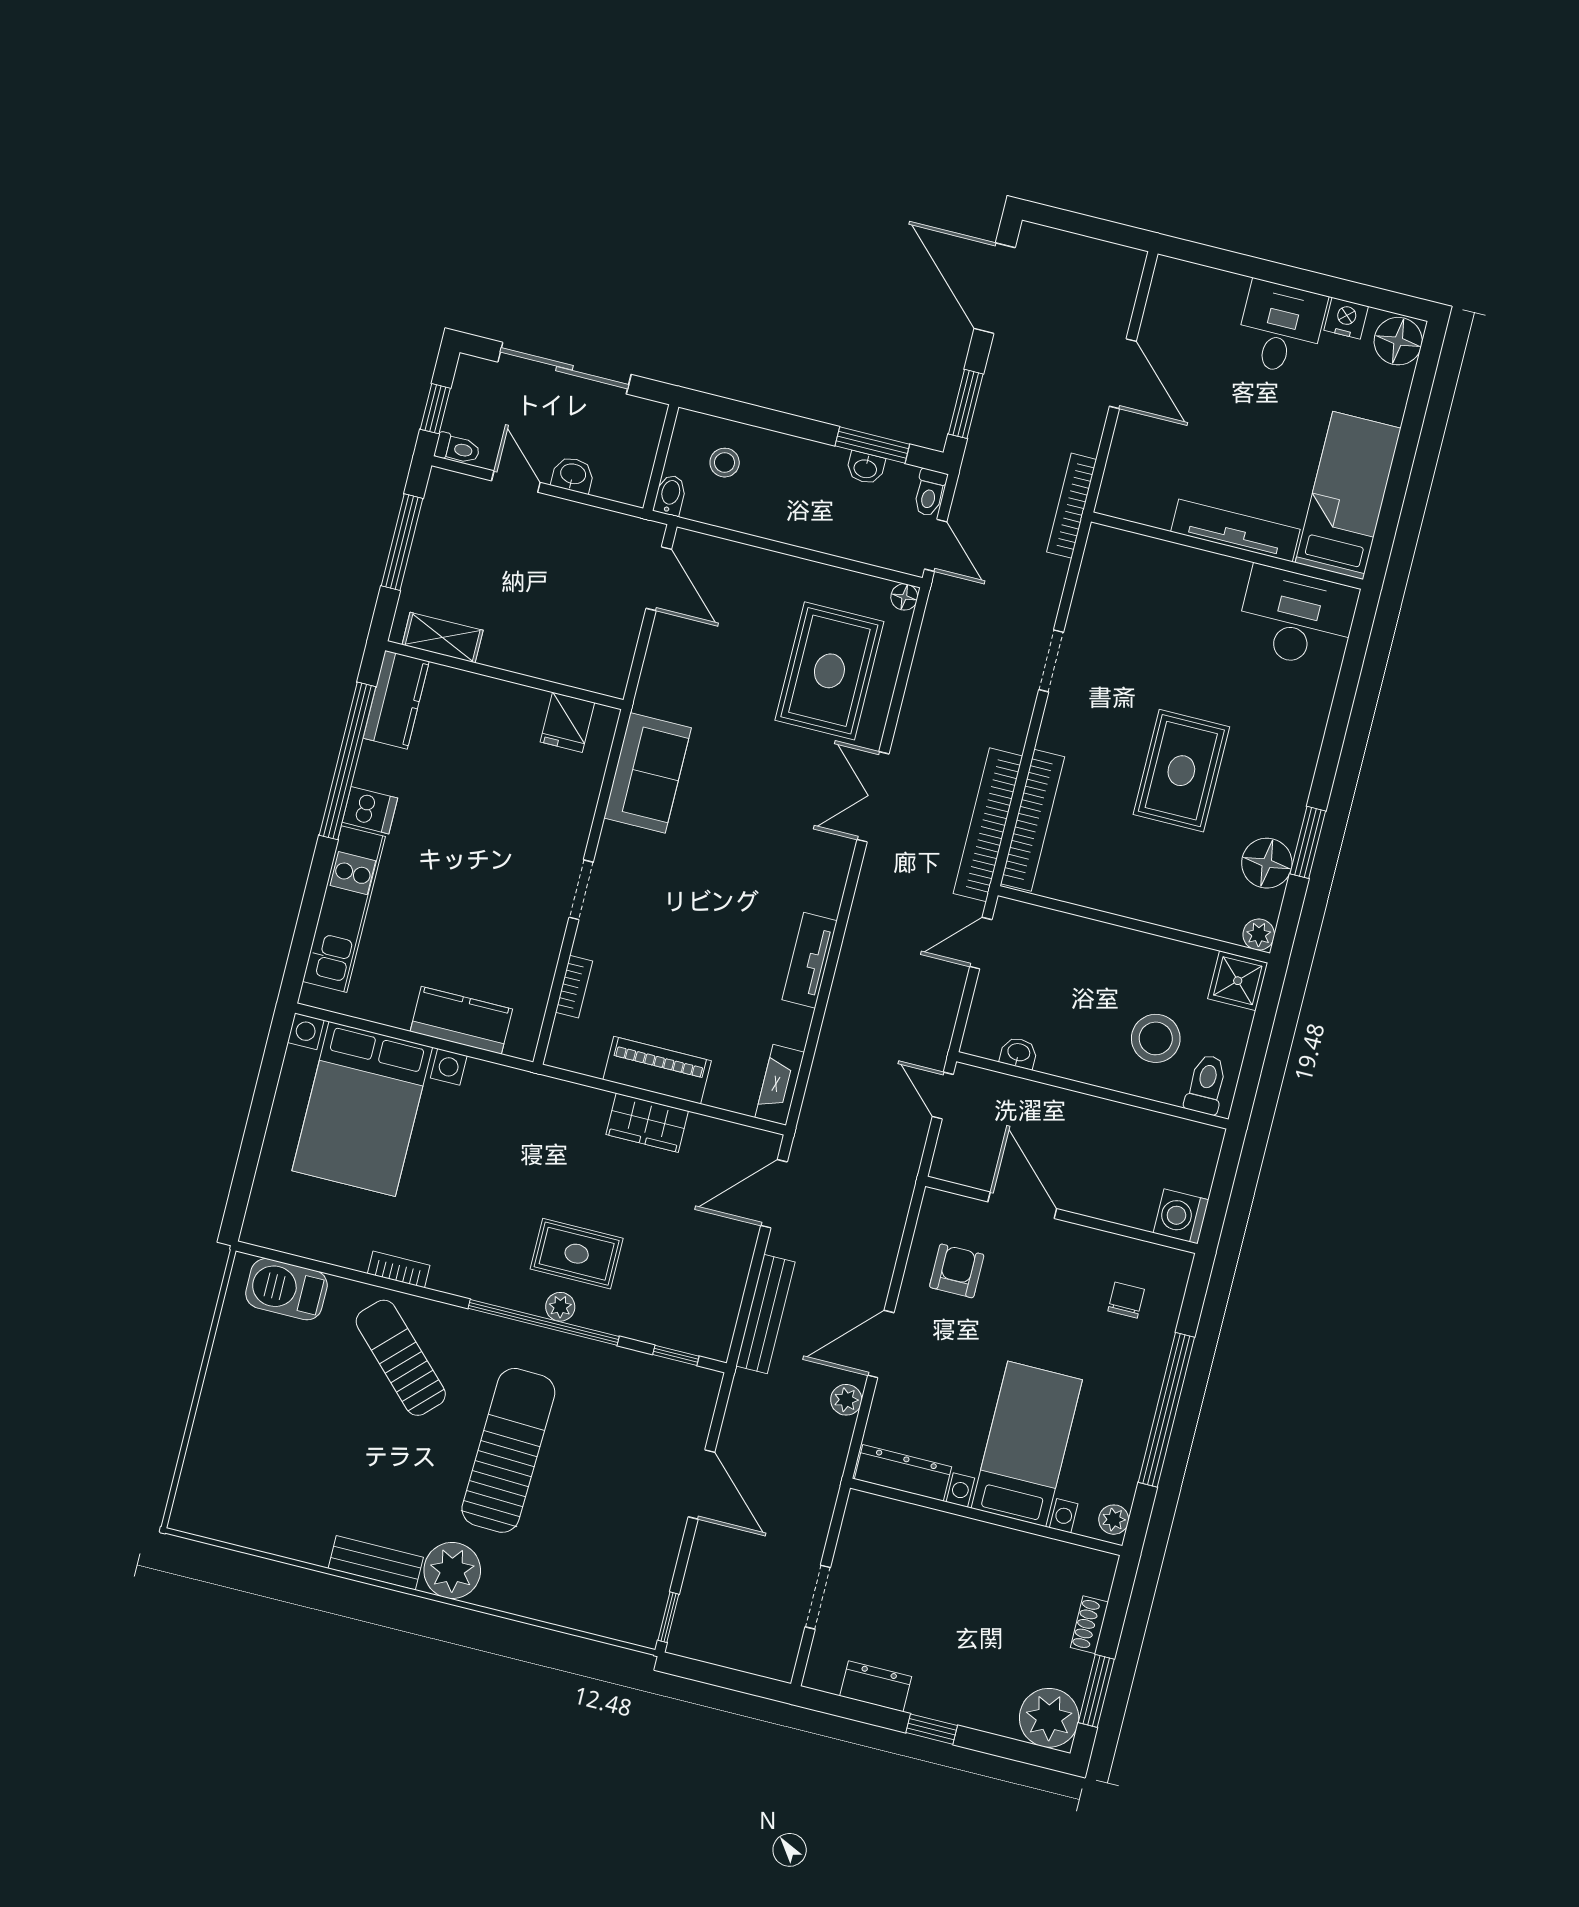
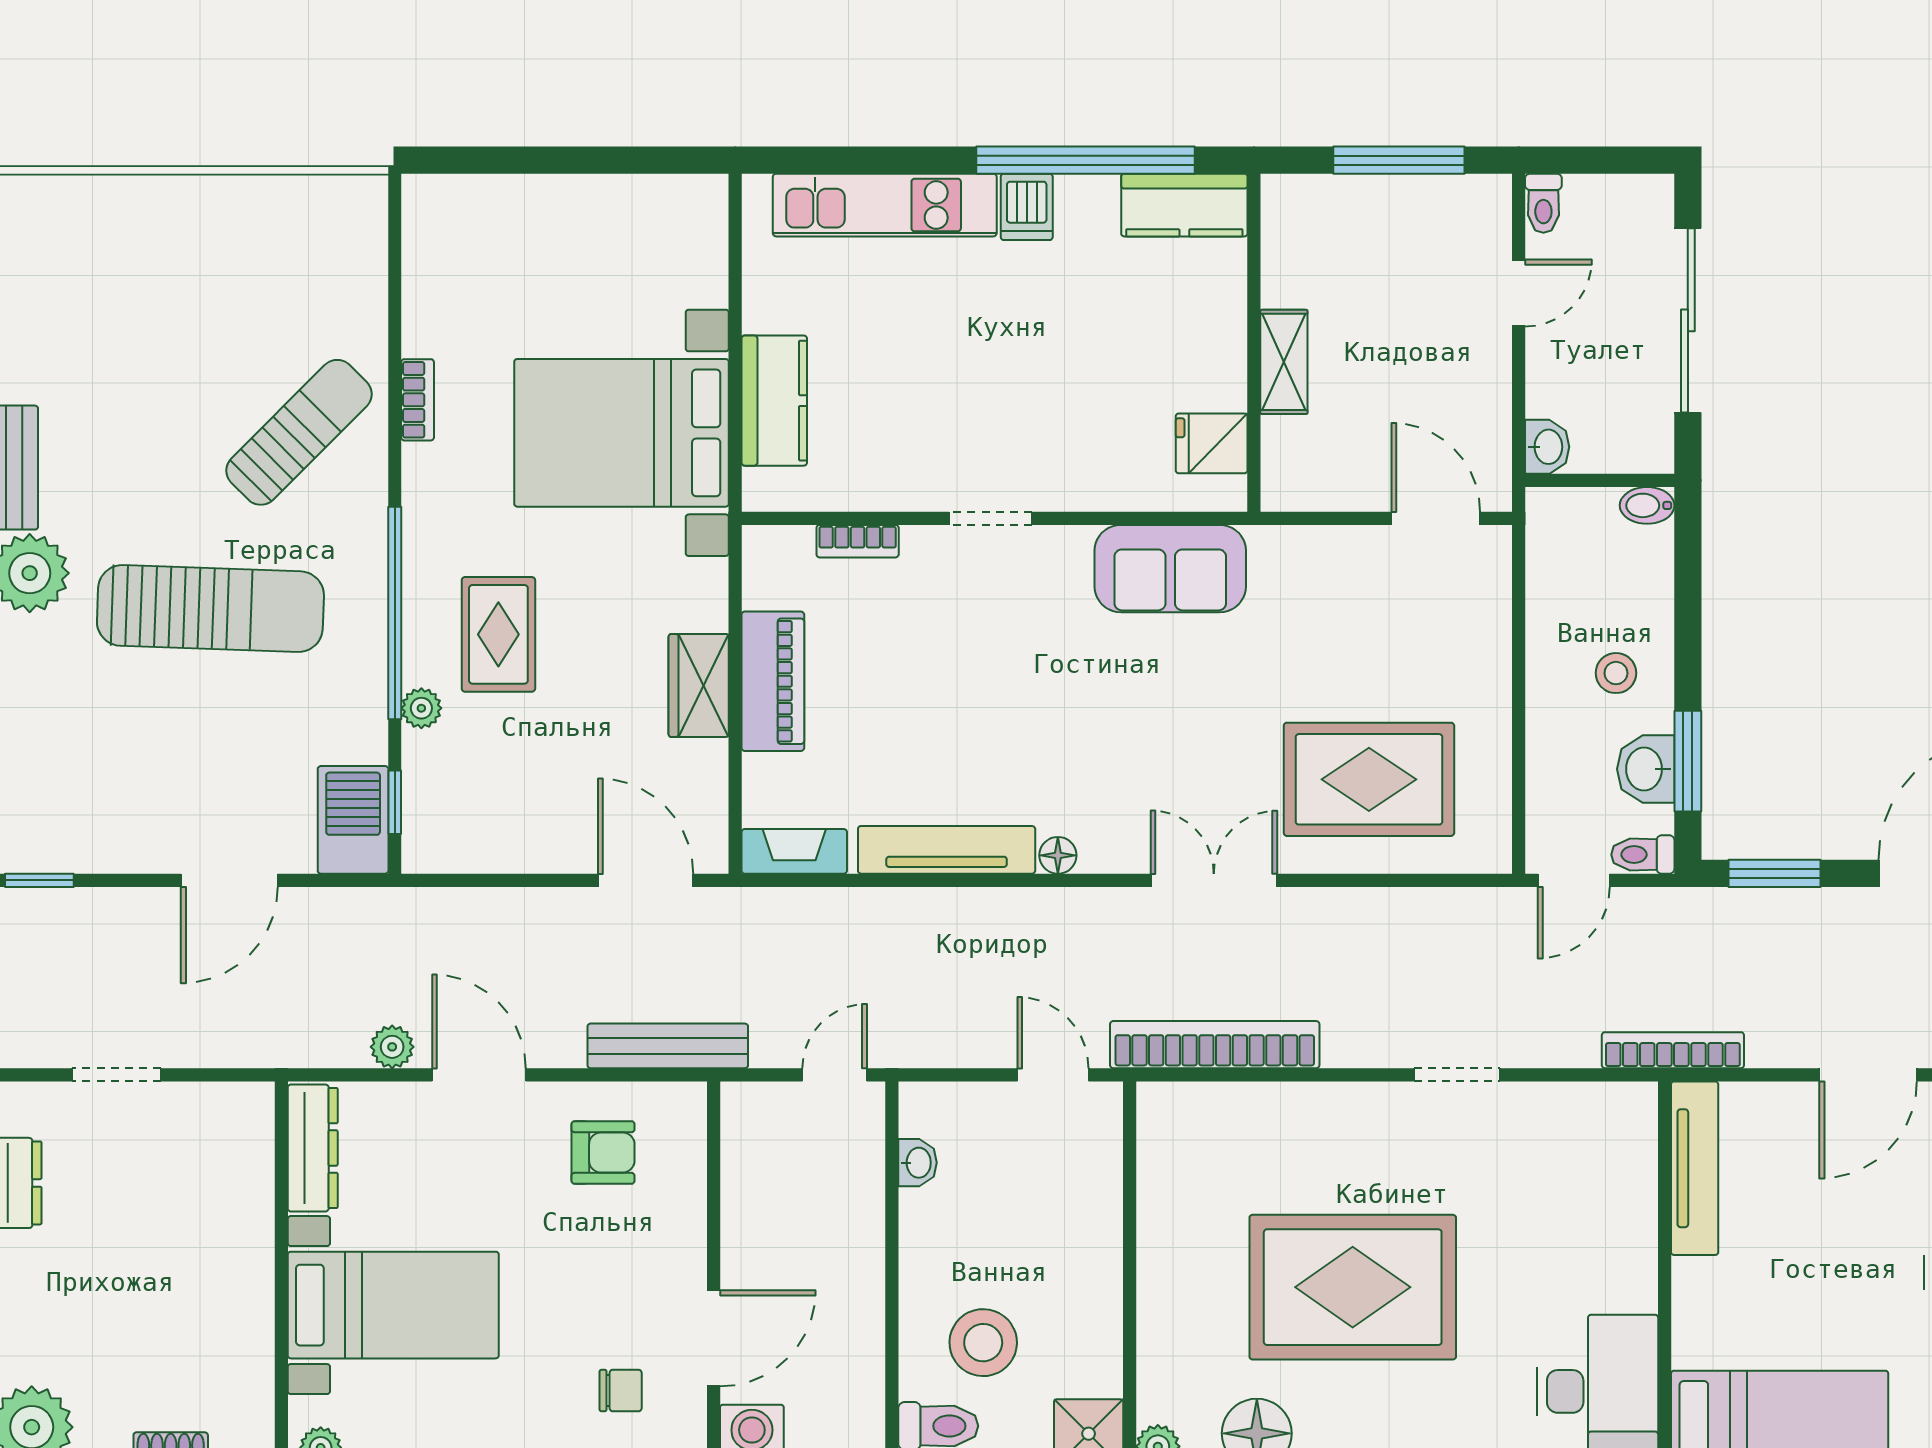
window: (435, 409) -> (1590, 160), removed
stool: (725, 463) -> (1616, 673), moved
washbasin: (865, 468) -> (1646, 769), width x1.38, depth x1.45
washbasin: (573, 475) -> (1547, 447), moved
bidet: (670, 495) -> (1647, 505), moved, turned 180
tv unit: (1235, 530) -> (1695, 1168), moved
door: (659, 579) -> (1436, 518), swing flipped
floor lamp: (904, 597) -> (1058, 855), moved
shelving: (443, 638) -> (1284, 362), moved
rug: (1181, 771) -> (1353, 1287), width x1.37, depth x1.44
bookcase: (1033, 820) -> (1236, 1103), removed
tv unit: (810, 960) -> (947, 850), width x1.41
bed with nightstands: (362, 1109) -> (621, 433), moved
door: (1022, 1205) -> (714, 1338), moved
barbecue: (286, 1289) -> (353, 820), moved
plant: (560, 1307) -> (421, 708), moved
bench: (765, 1314) -> (668, 1046), moved

